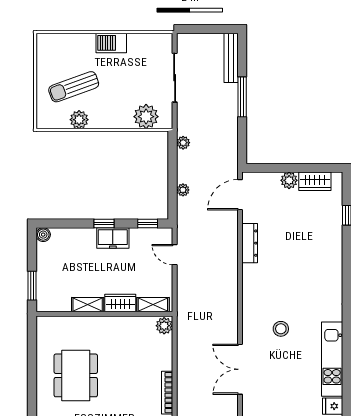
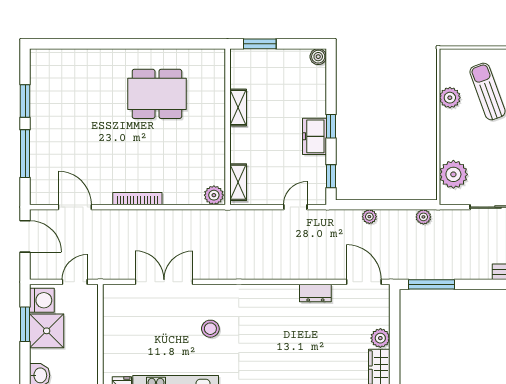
window: (242, 97) -> (431, 284), moved
dresser: (250, 243) -> (315, 293), width x0.70
wardrobe: (120, 303) -> (240, 145), removed

